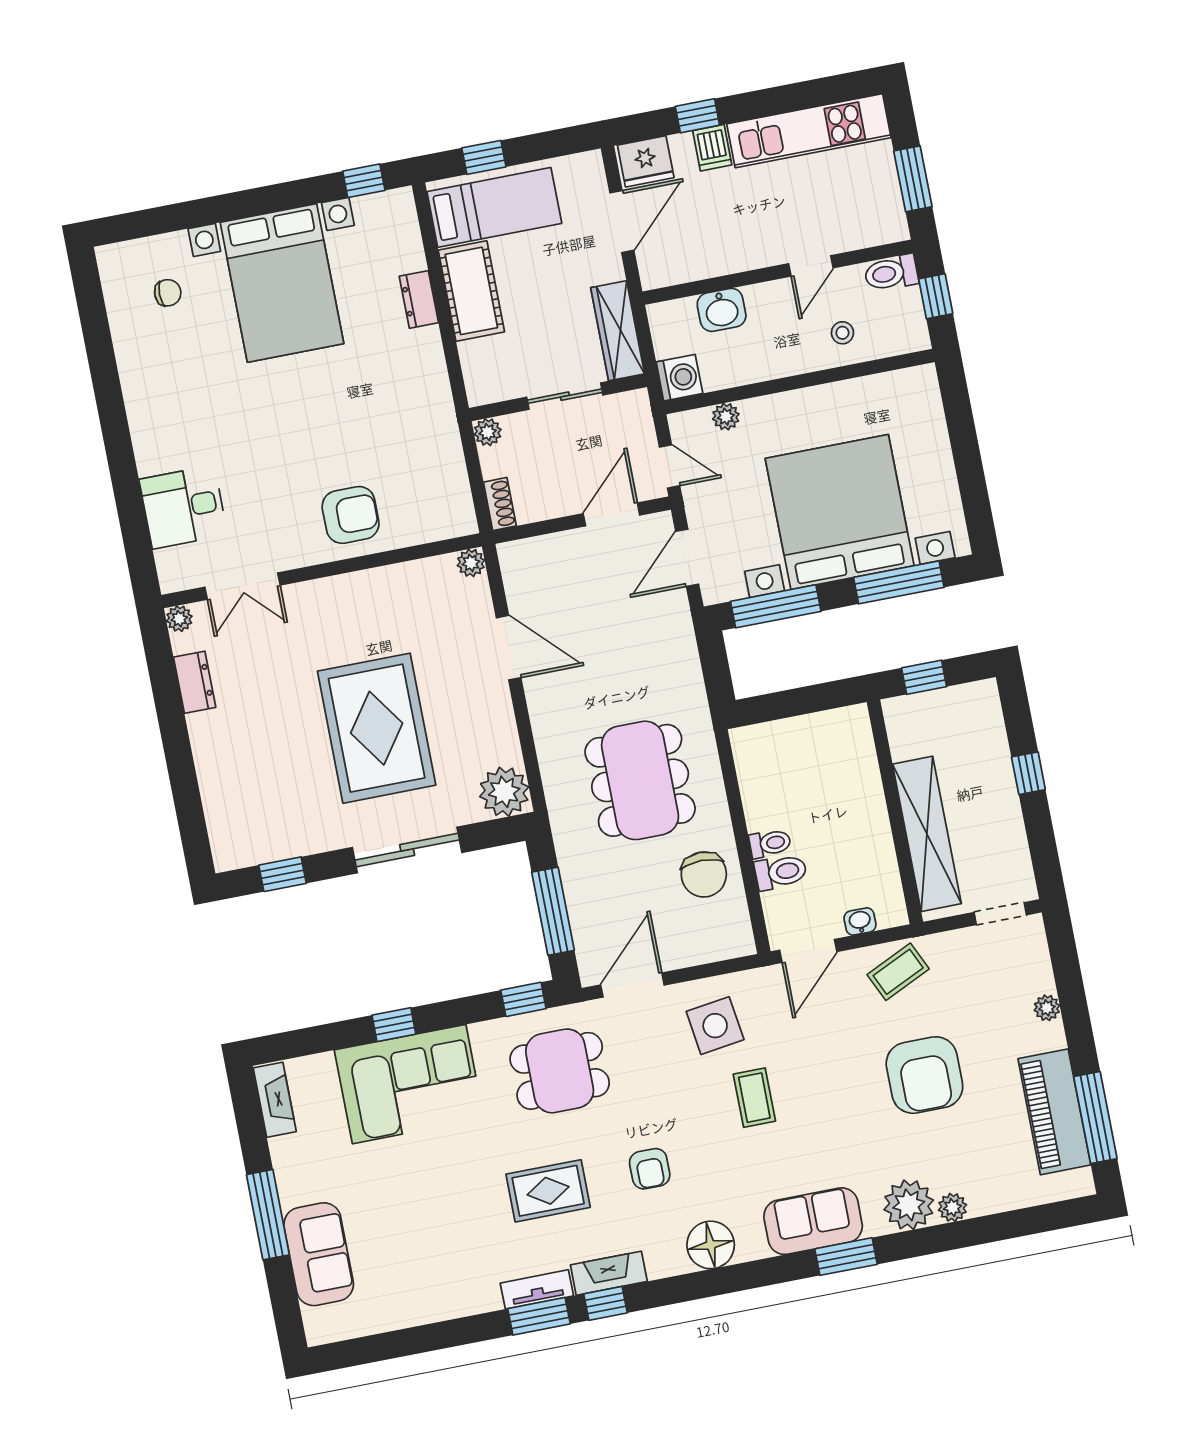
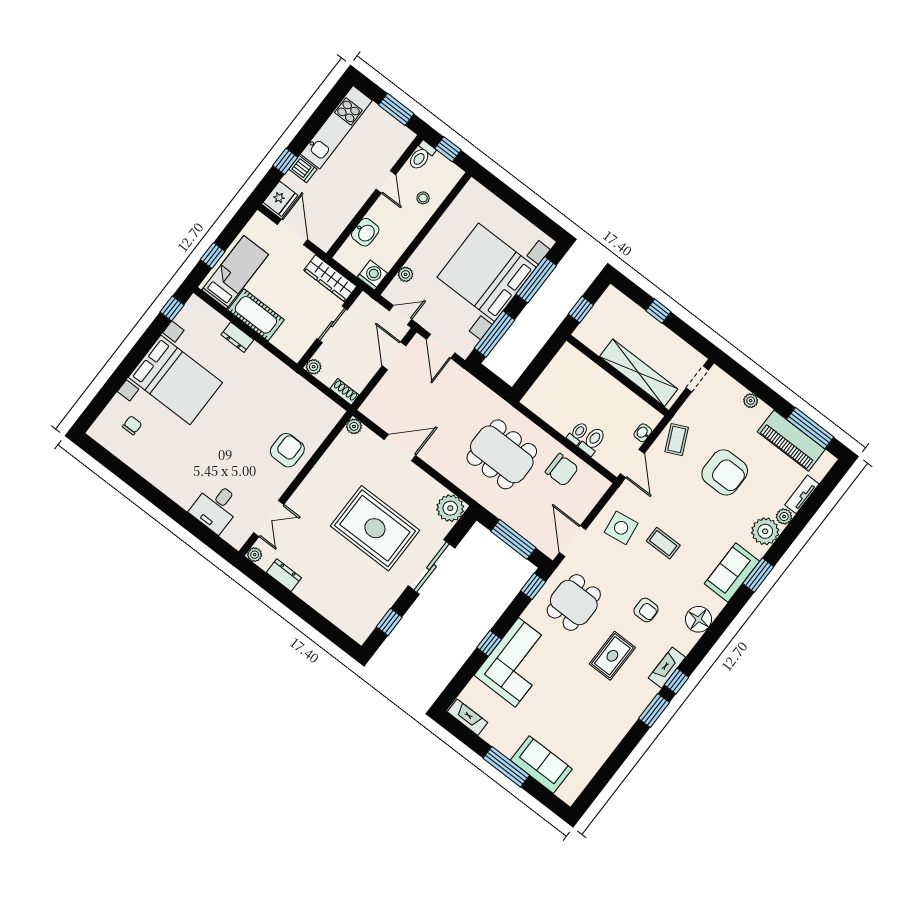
tv unit: (537, 1289) -> (802, 494), moved

